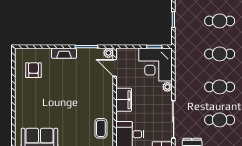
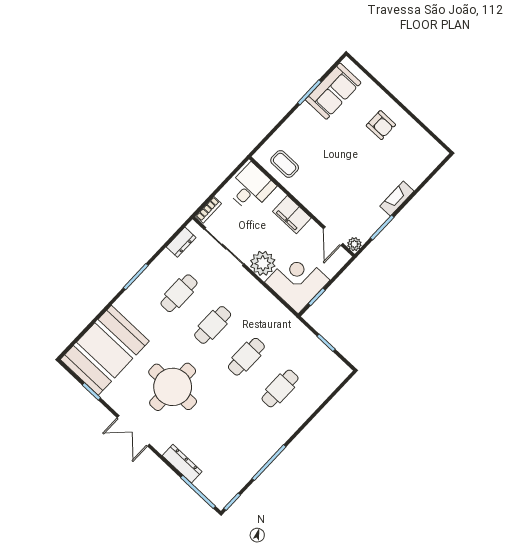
door: (115, 68) -> (333, 236), swing flipped
armchair: (33, 70) -> (381, 125), moved
plant: (167, 87) -> (263, 263), width x1.87, depth x1.87

